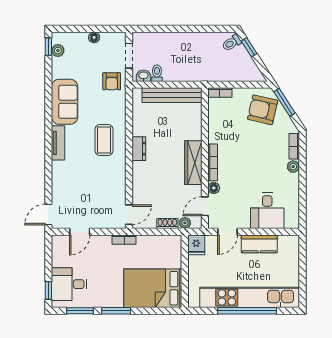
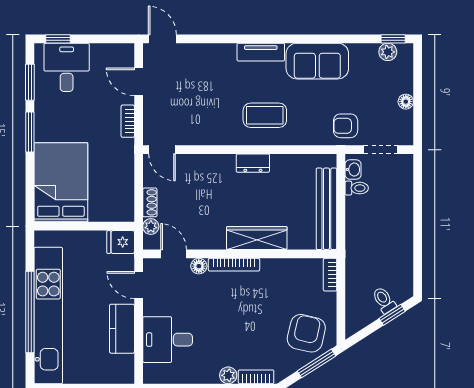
toilet: (232, 43) -> (384, 300), moved
wardrobe: (193, 163) -> (257, 238), moved
bookcase: (124, 240) -> (128, 121), moved

